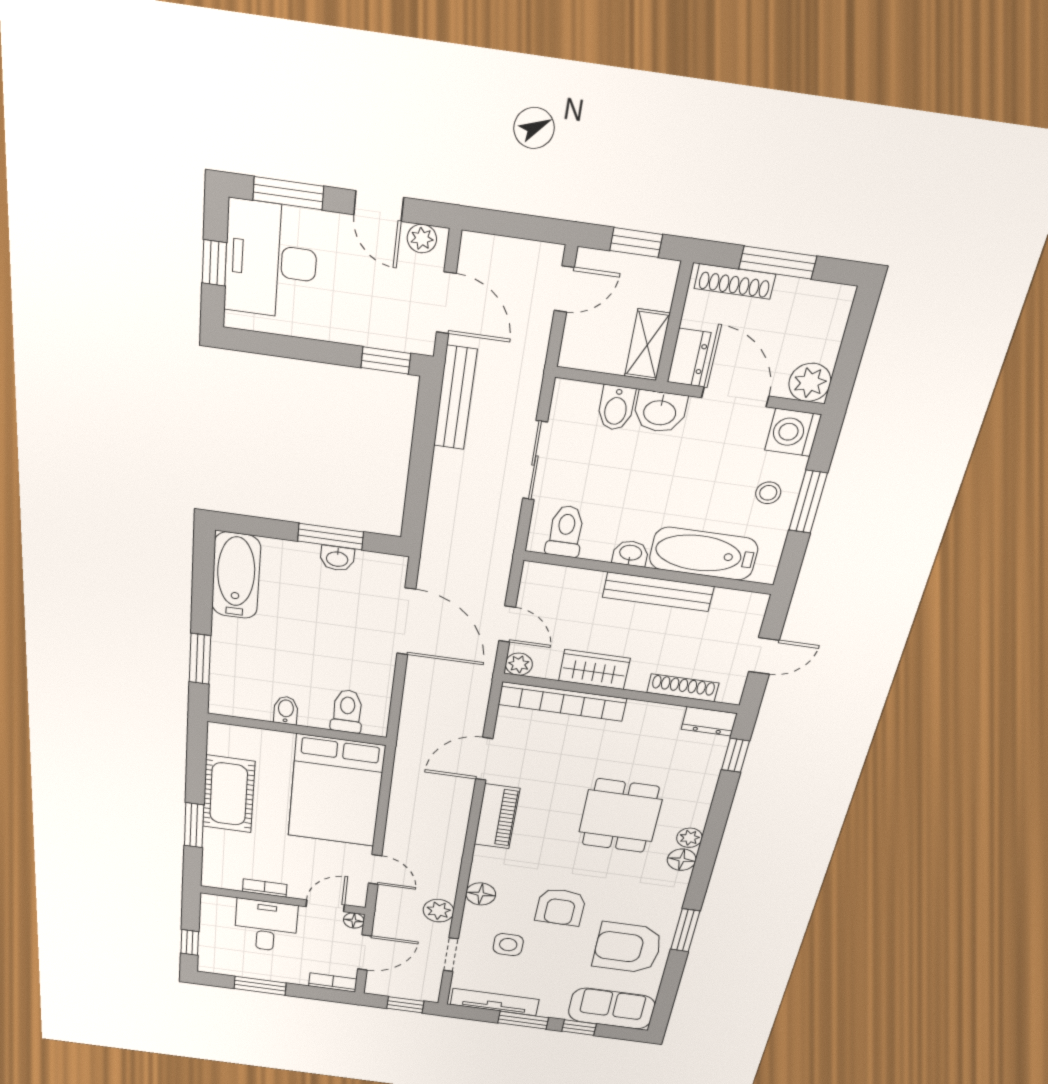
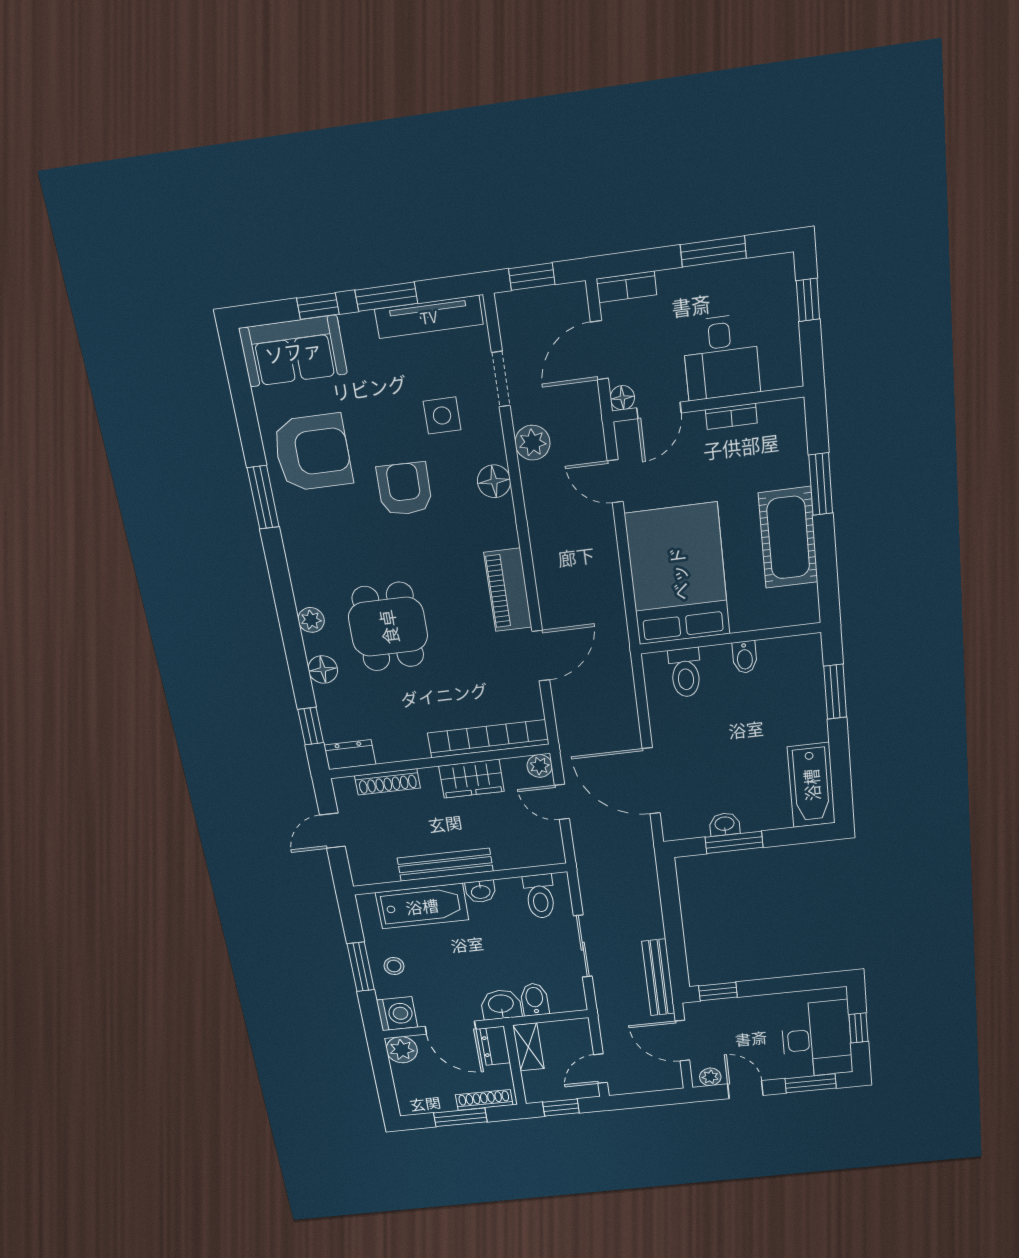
floor lamp: (682, 860) -> (323, 669), moved

